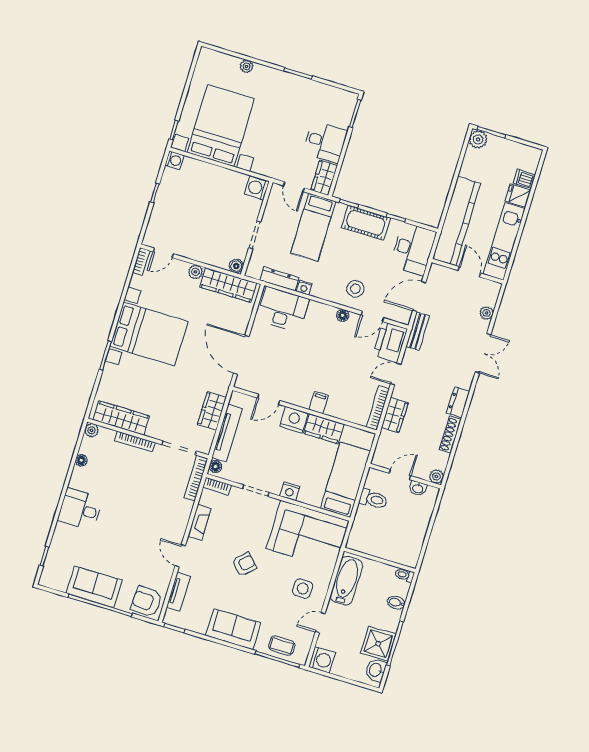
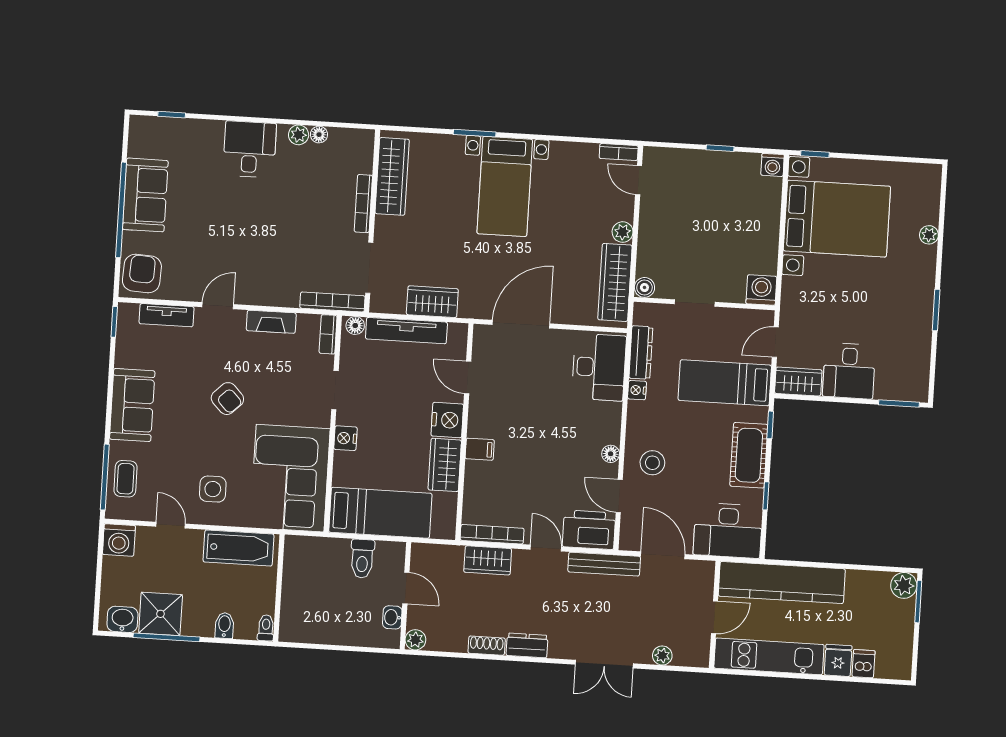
bench: (418, 331) -> (604, 564), width x1.36
bed with nightstands: (149, 334) -> (505, 186), width x0.73
plant: (92, 430) -> (299, 135), moved
shoe rack: (450, 435) -> (487, 646), width x0.70

